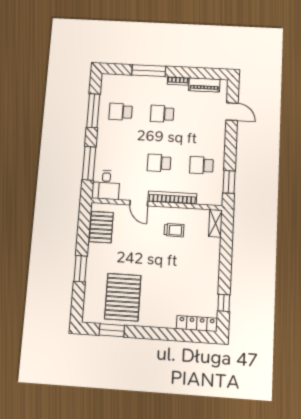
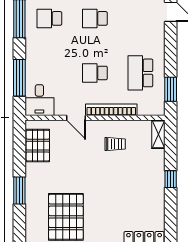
school desk: (201, 165) -> (140, 73), width x1.85
window: (224, 303) -> (171, 179), moved

